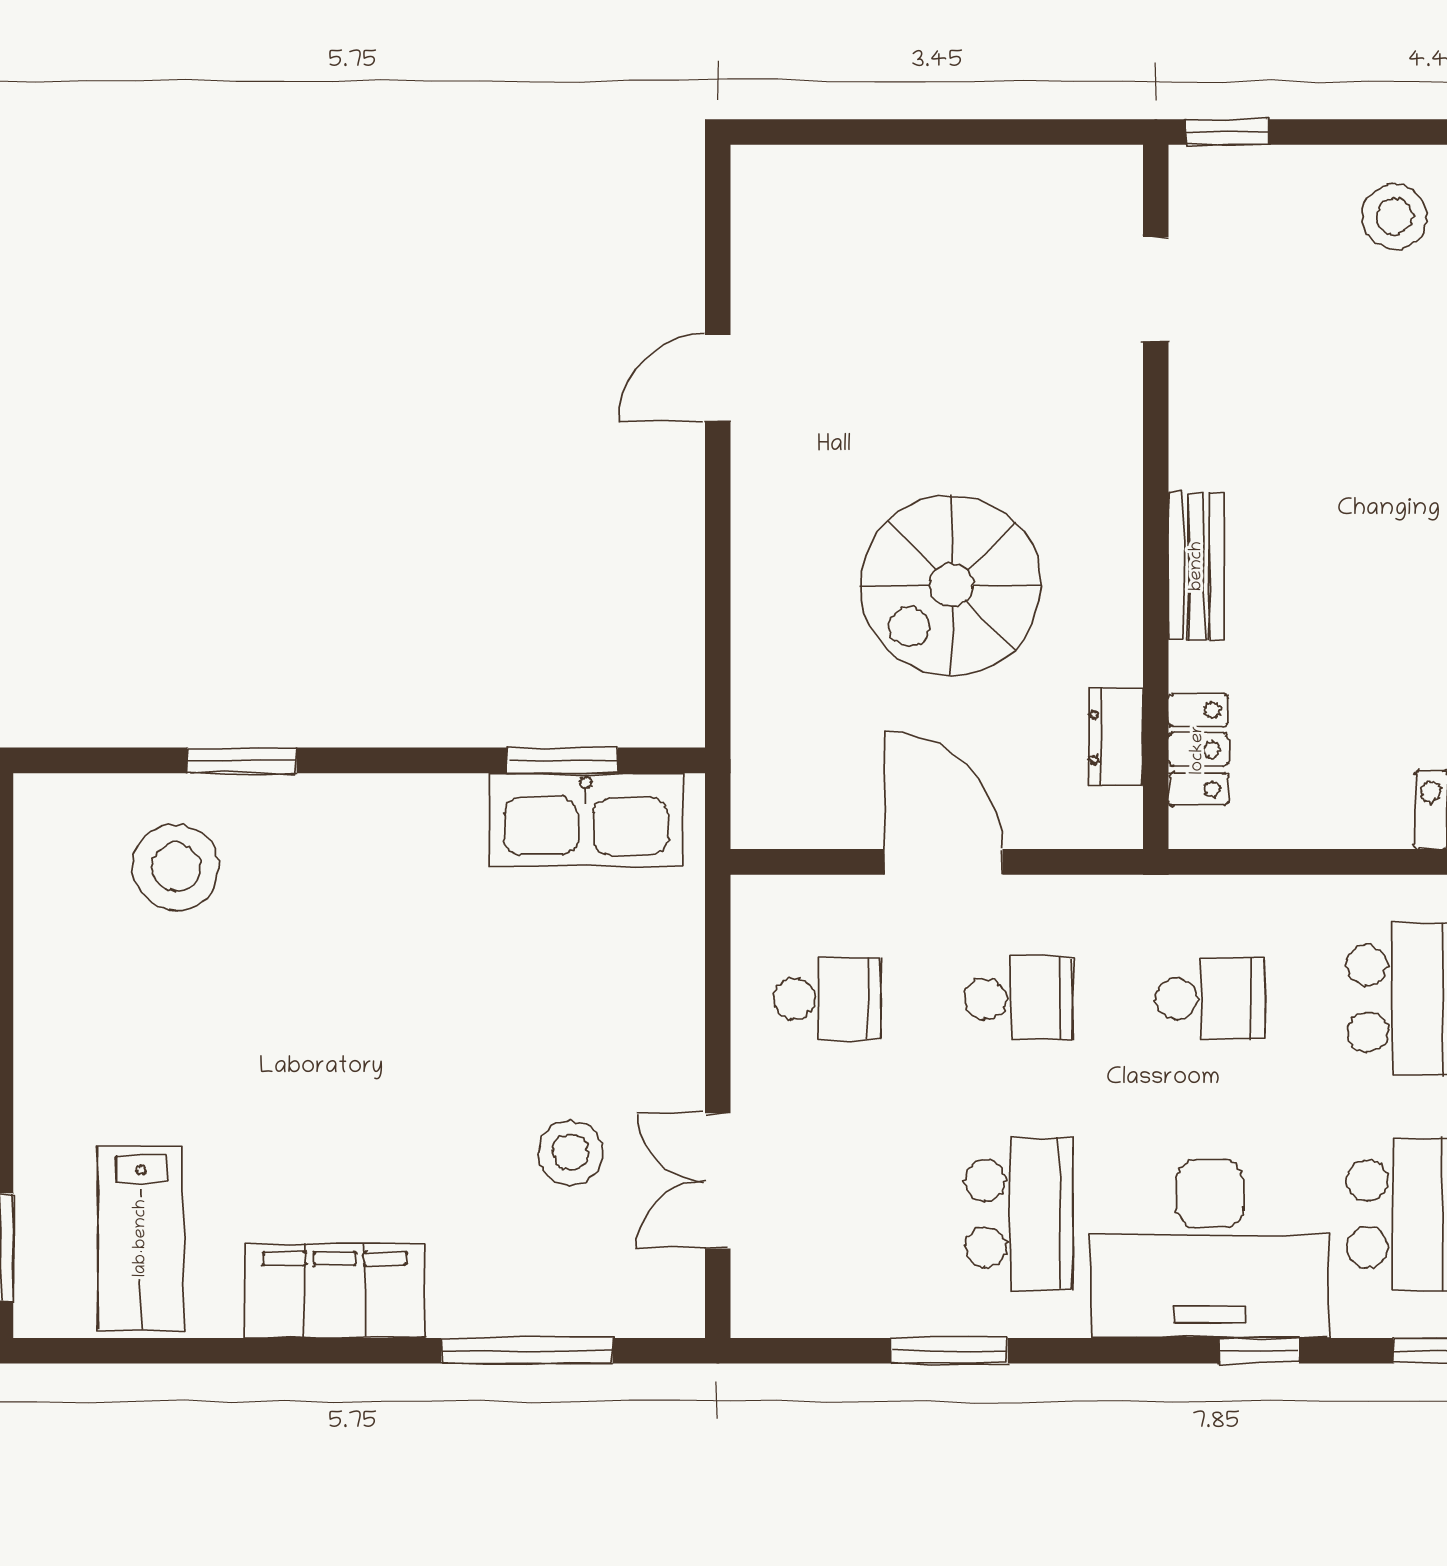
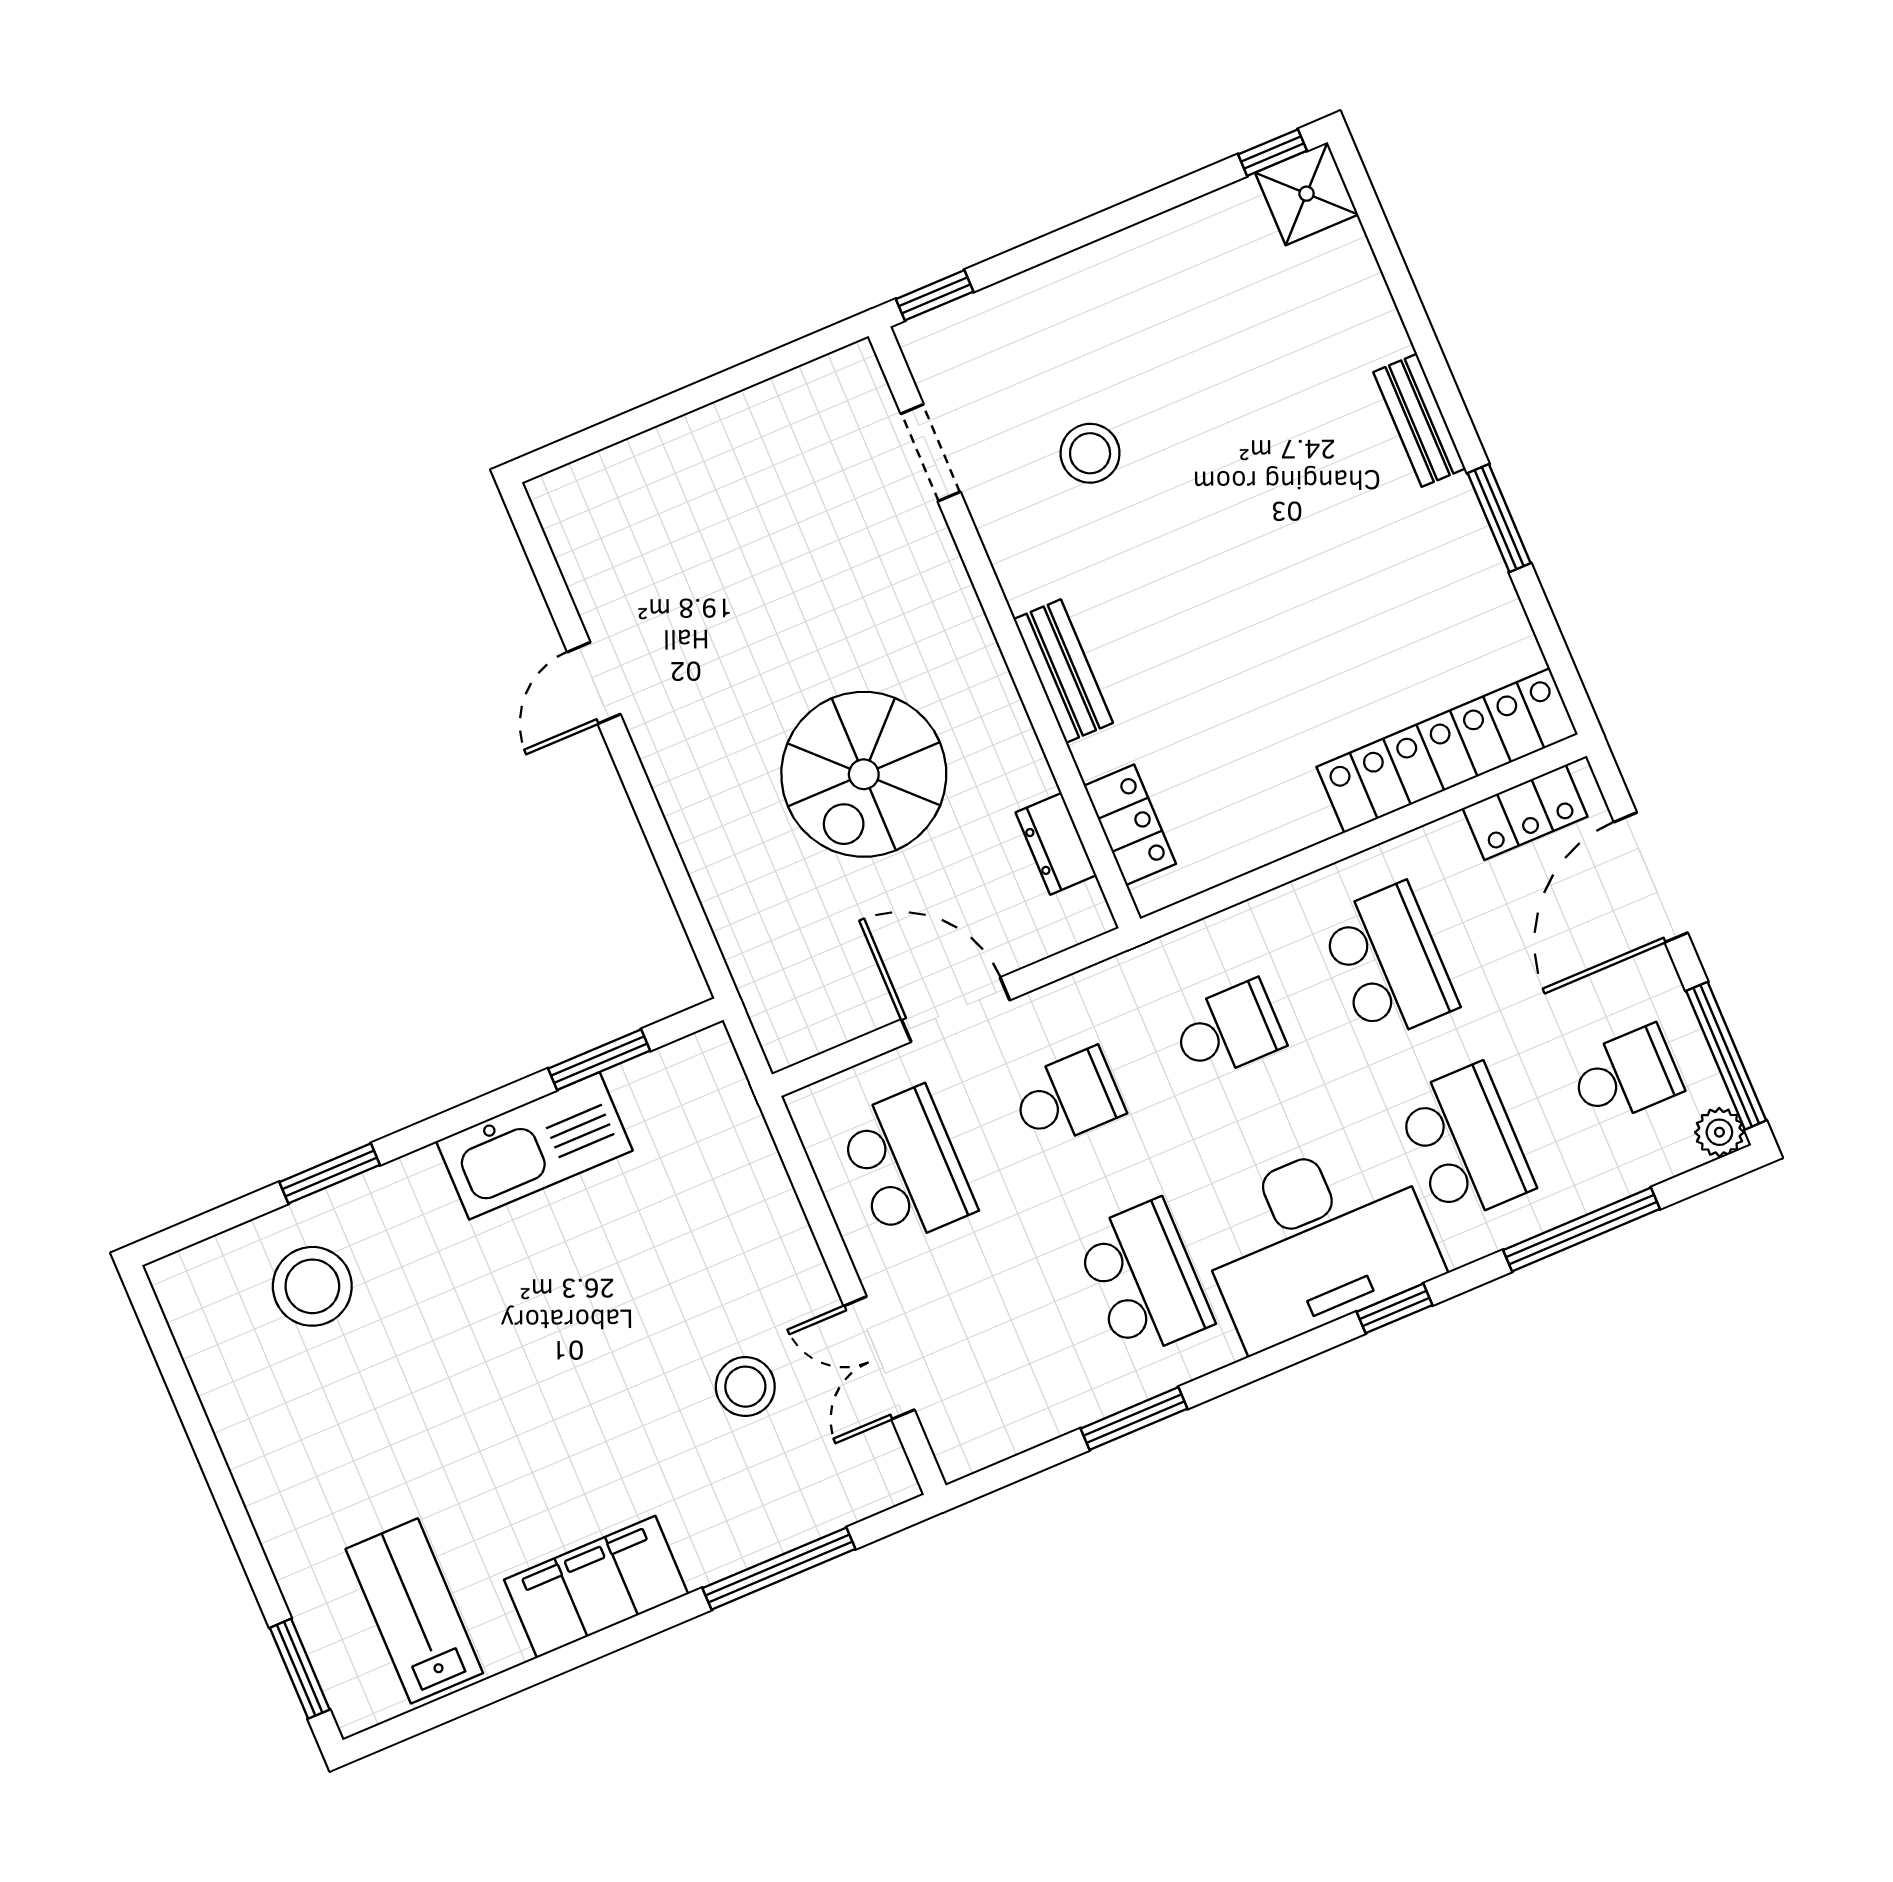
stool: (1394, 217) -> (1090, 453), moved
kitchen sink: (586, 820) -> (534, 1146), moved
school desk: (828, 999) -> (907, 1166), width x1.85
lab bench: (141, 1238) -> (414, 1611), turned 180

